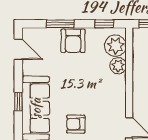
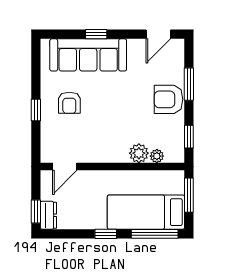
plant: (115, 46) -> (157, 156), width x0.53, depth x0.53
armchair: (76, 124) -> (69, 103), turned 180

